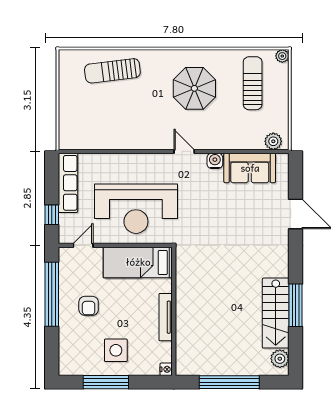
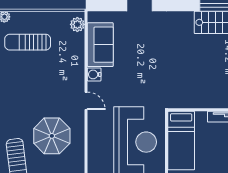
parasol: (194, 88) -> (52, 136), moved
door: (184, 151) -> (86, 101), swing flipped

